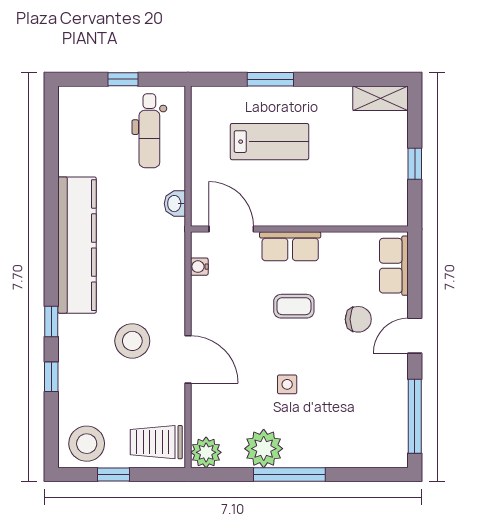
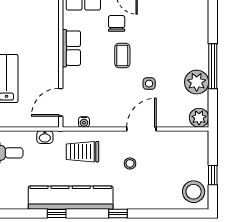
row of seats: (290, 246) -> (71, 48), moved
coffee table: (294, 306) -> (122, 55), moved
stool: (132, 341) -> (130, 163), width x0.53, depth x0.53
window: (51, 377) -> (57, 214), moved
side table: (287, 384) -> (149, 84), moved
trolley: (156, 442) -> (82, 152), moved, turned 90

